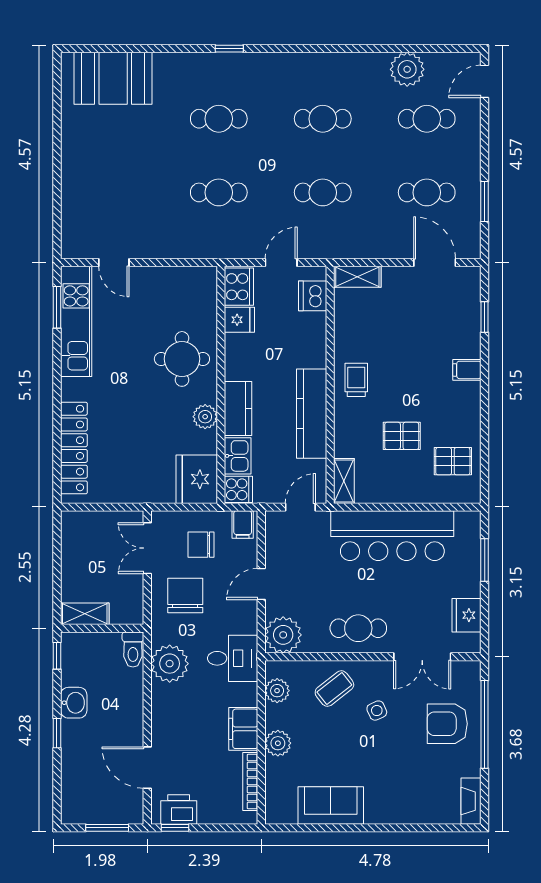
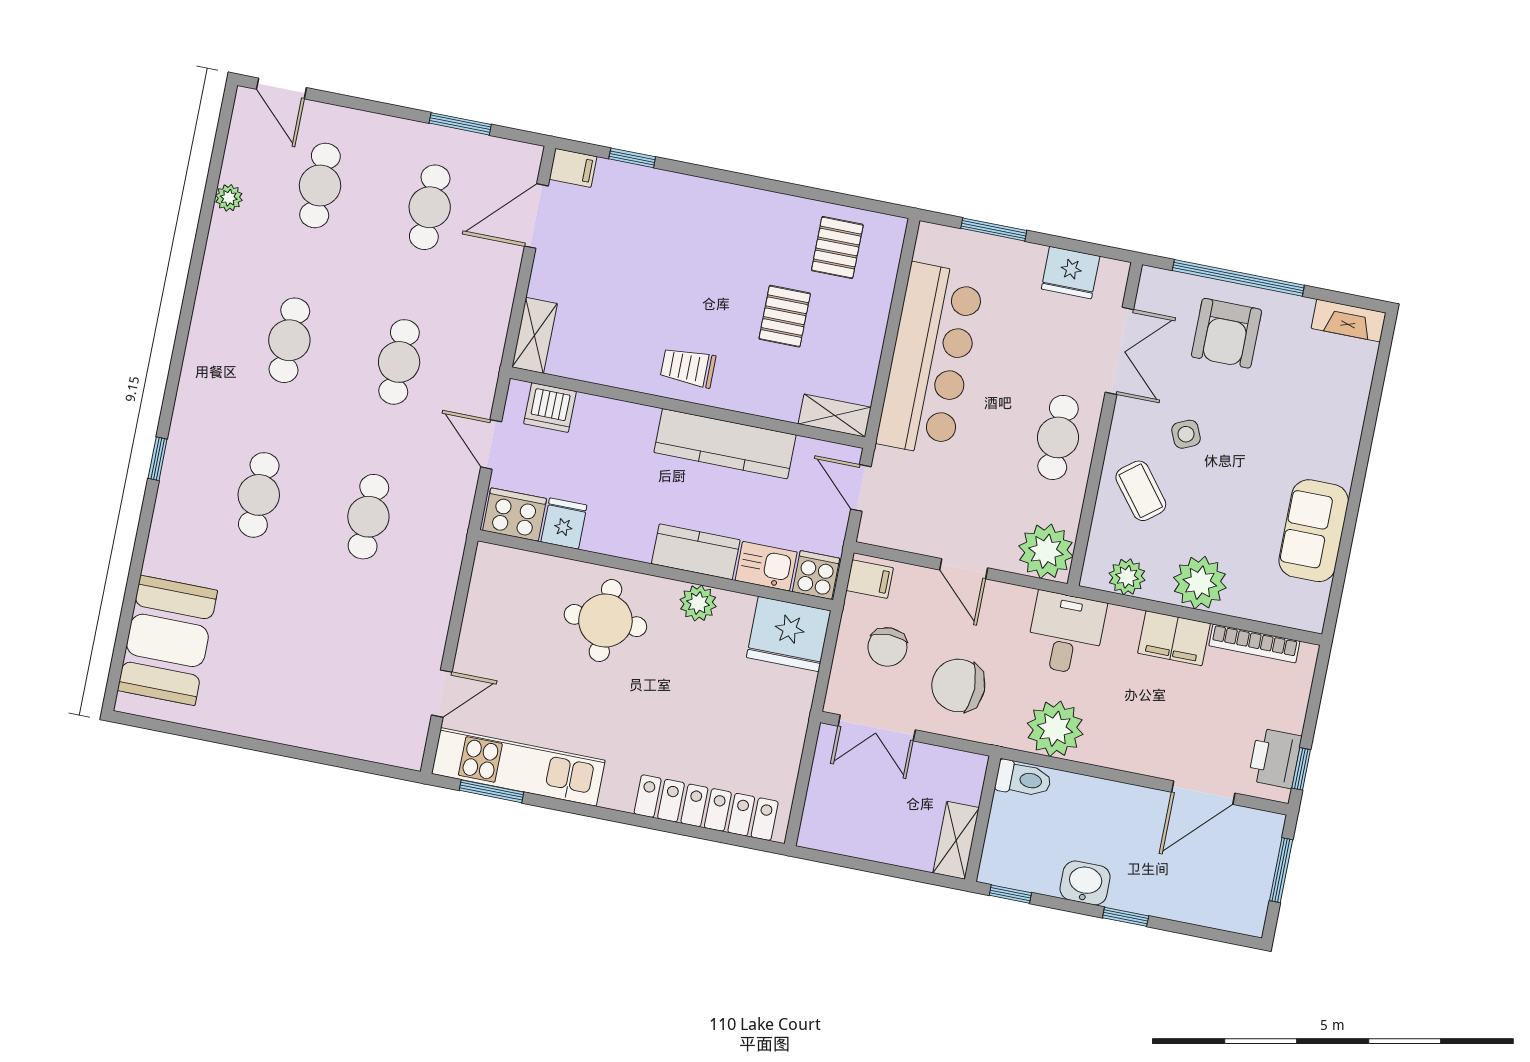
plant: (407, 69) -> (229, 198), width x0.53, depth x0.53
filing cabinet: (467, 370) -> (573, 168), moved, turned -90
plant: (278, 743) -> (1200, 583), width x1.36, depth x1.36

